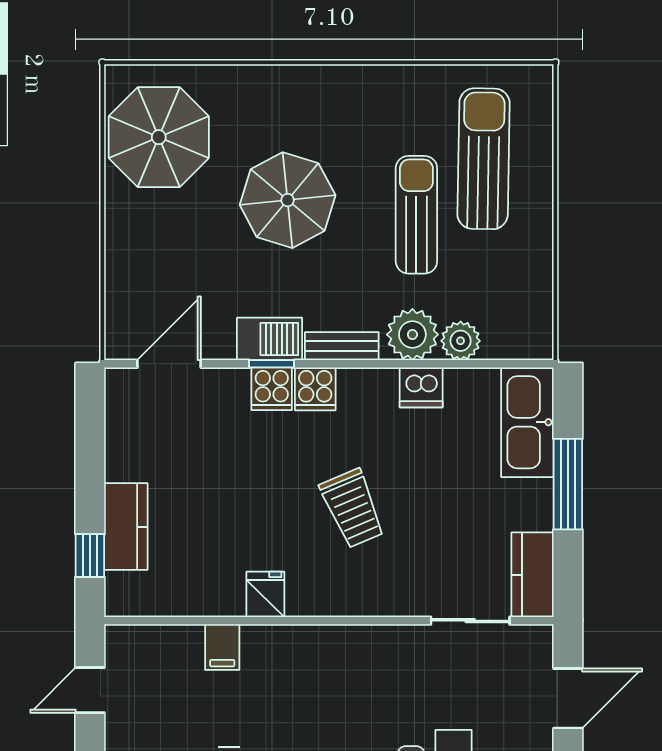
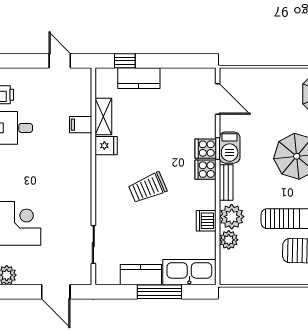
kitchen counter: (533, 575) -> (141, 275), moved
shelving: (206, 600) -> (103, 117), added

